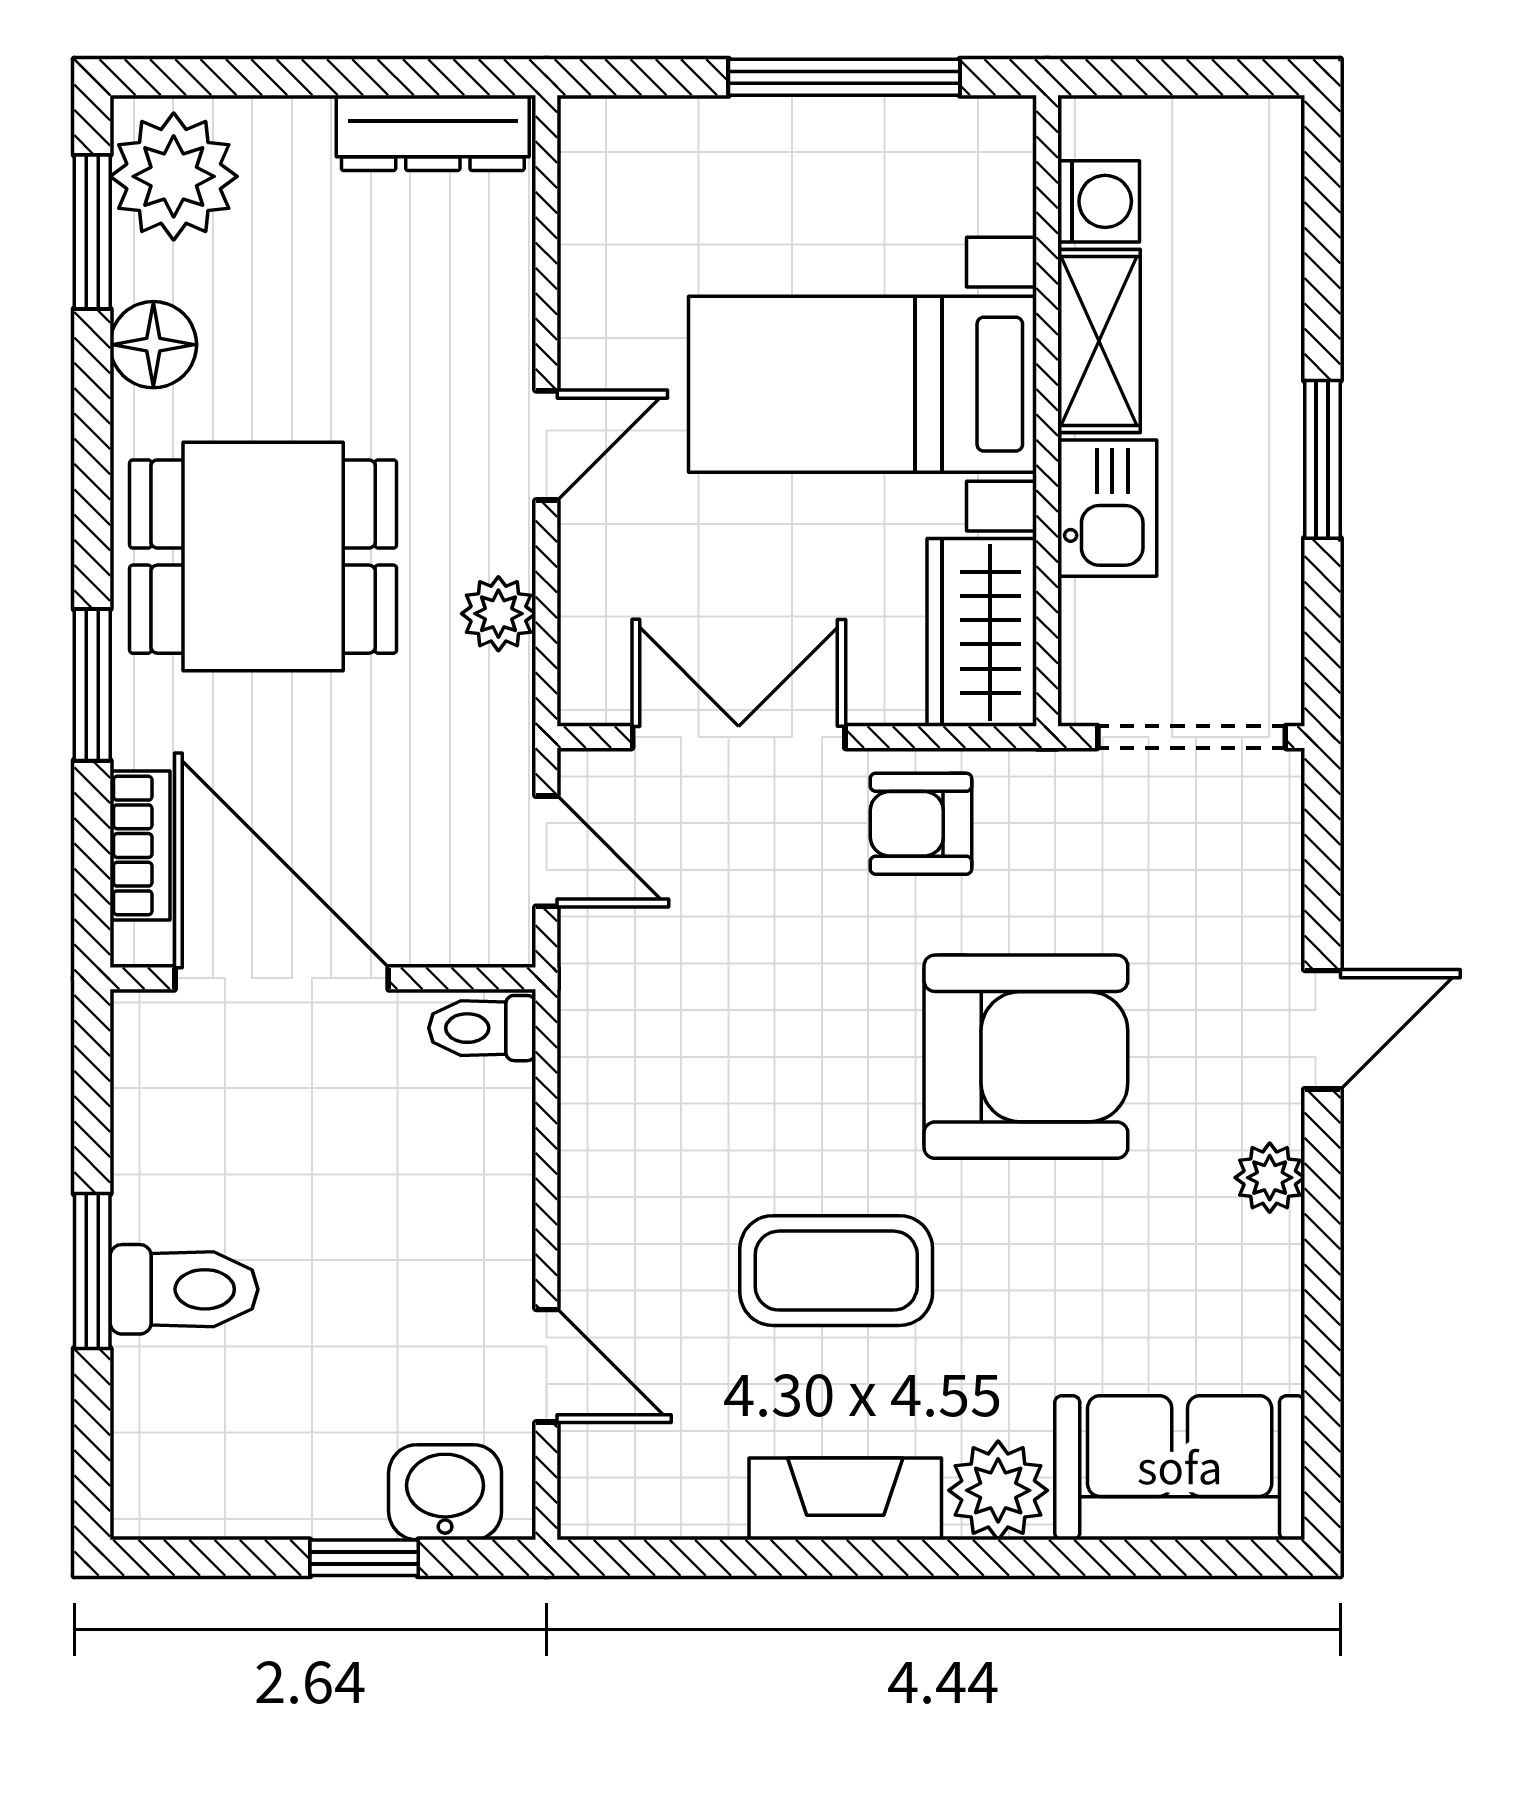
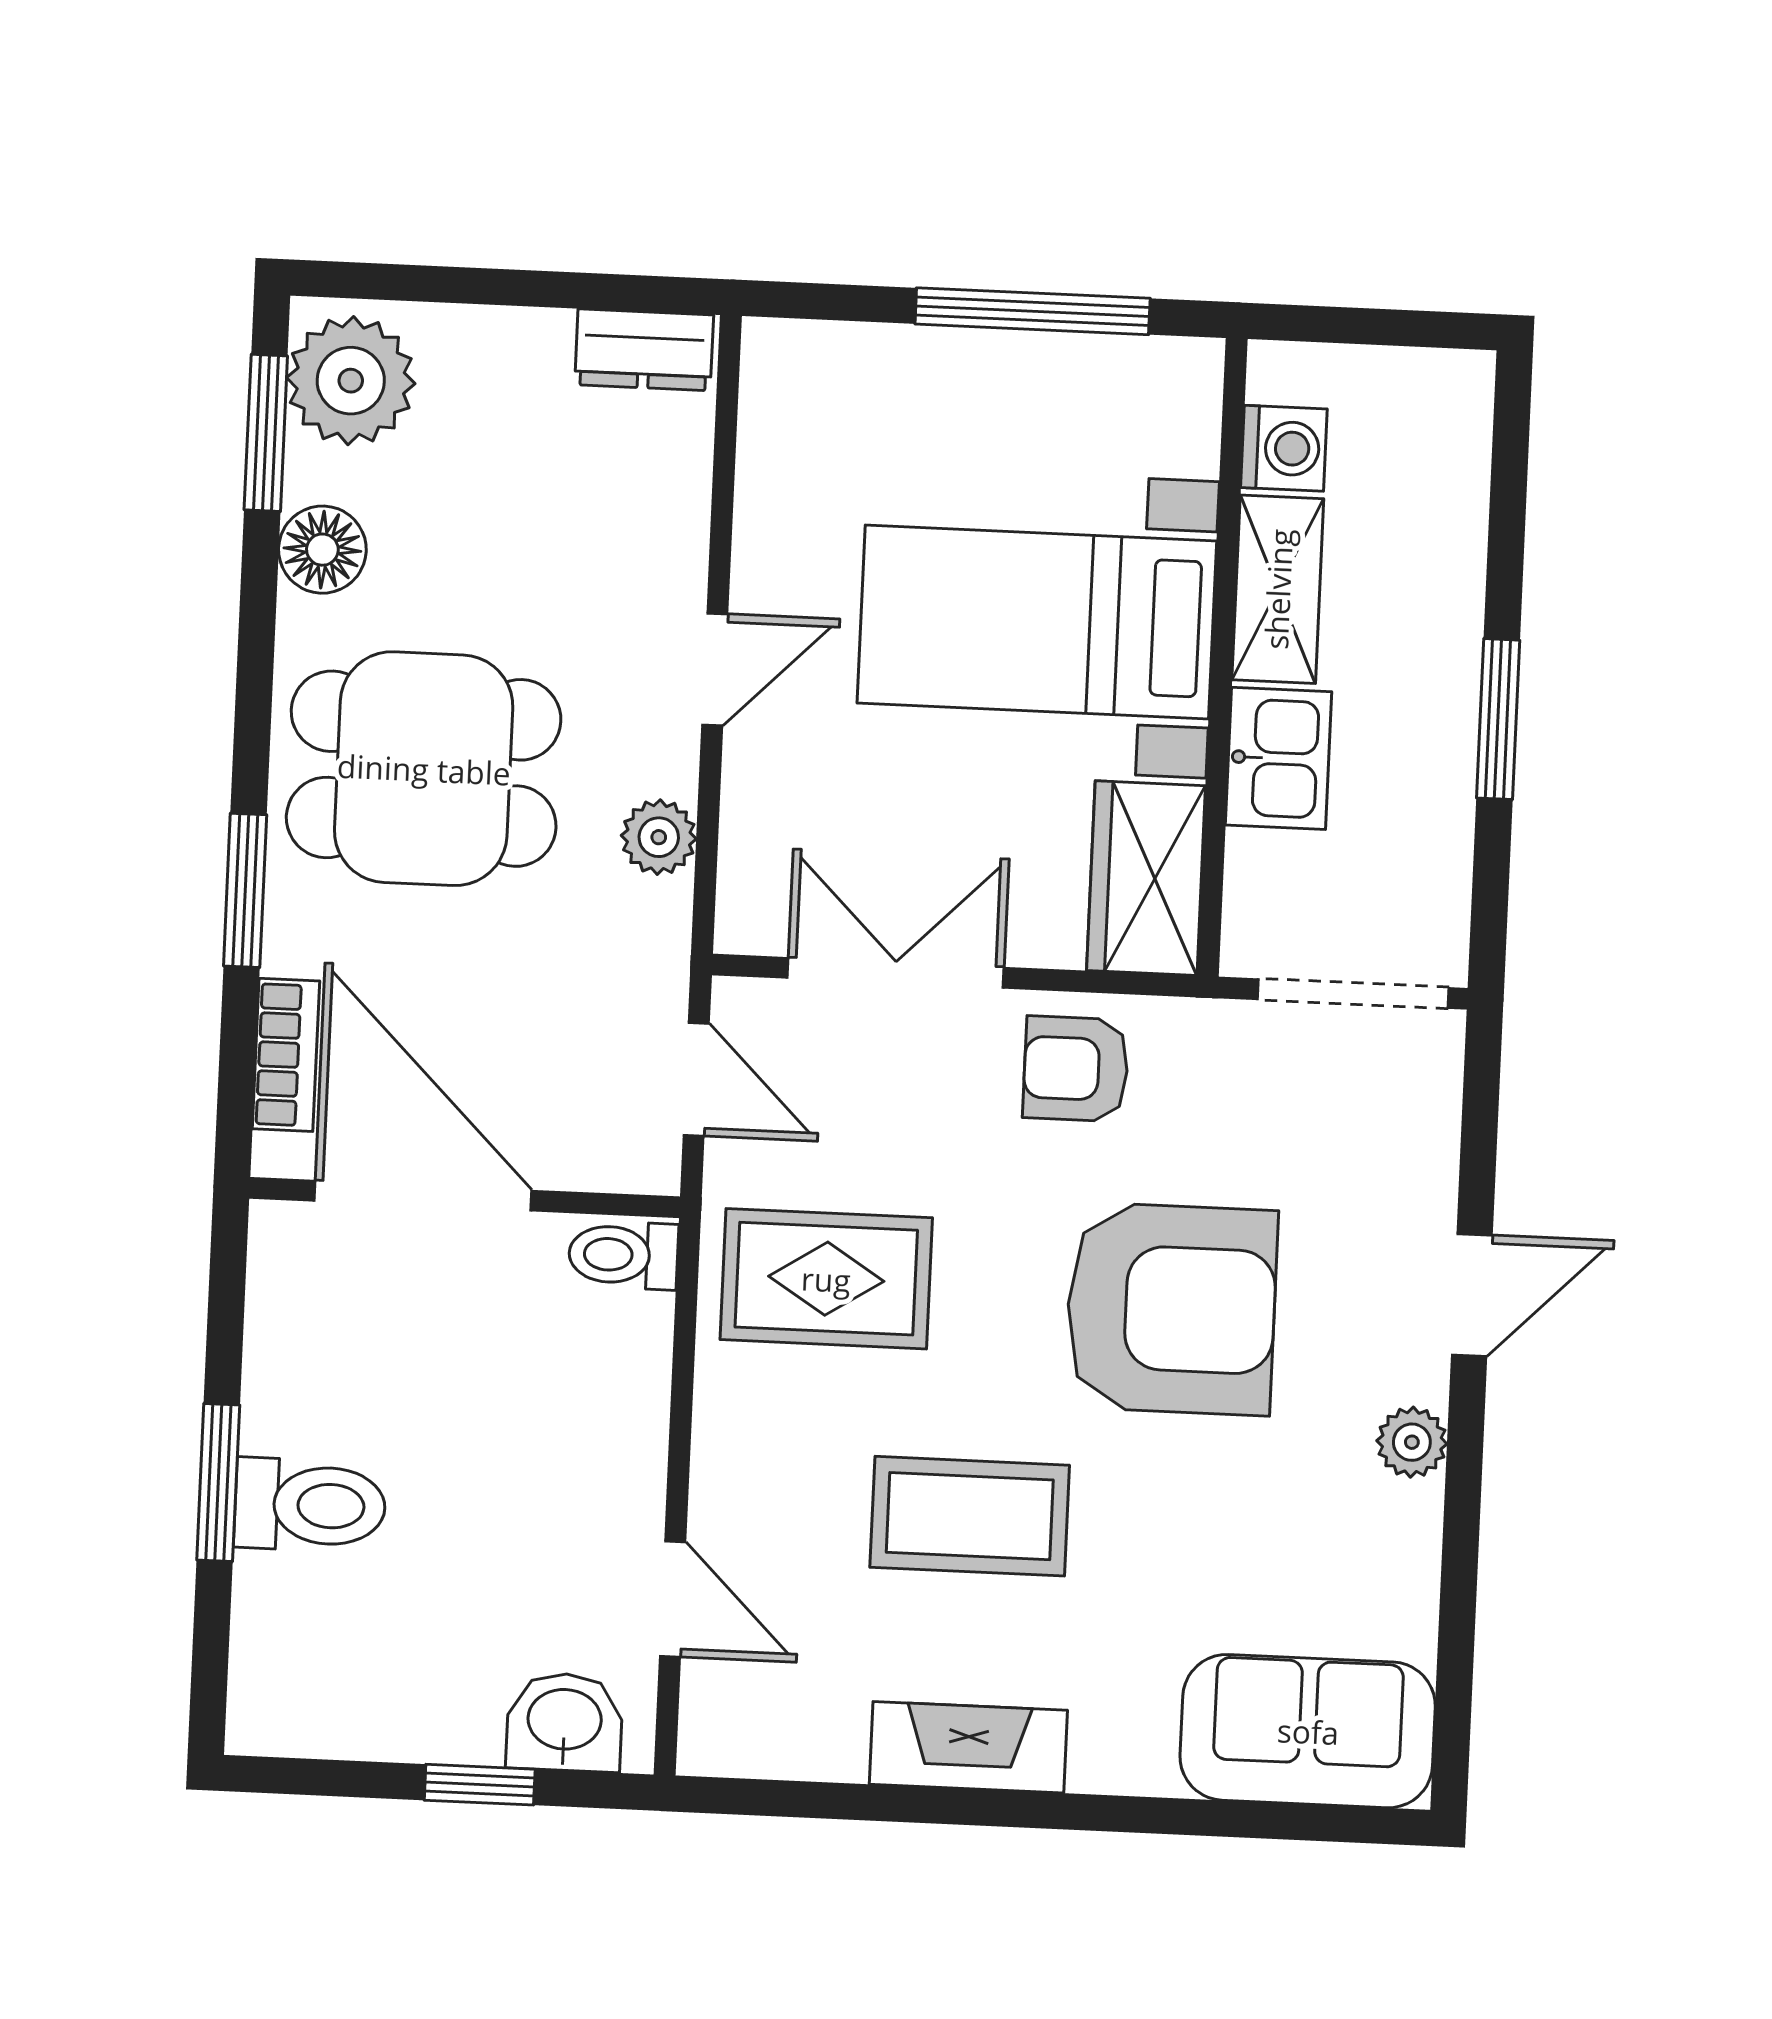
dresser: (433, 133) -> (644, 350), width x0.70
rug: (684, 1042) -> (826, 1279), added
plant: (998, 1490) -> (1123, 1746), removed

